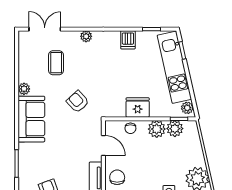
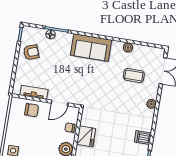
plant: (24, 89) -> (128, 48), moved
armchair: (78, 102) -> (99, 88), removed
floor lamp: (24, 170) -> (50, 34), added

